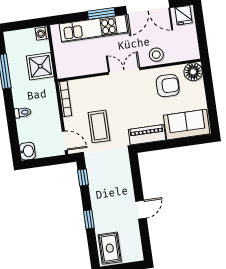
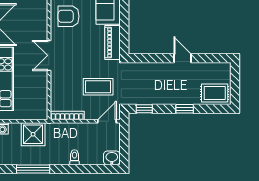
stool: (156, 55) -> (38, 23), removed
armchair: (168, 86) -> (69, 16), turned -90

